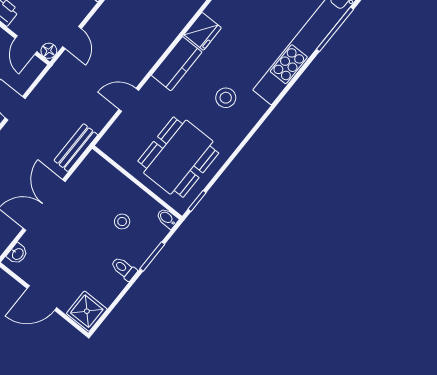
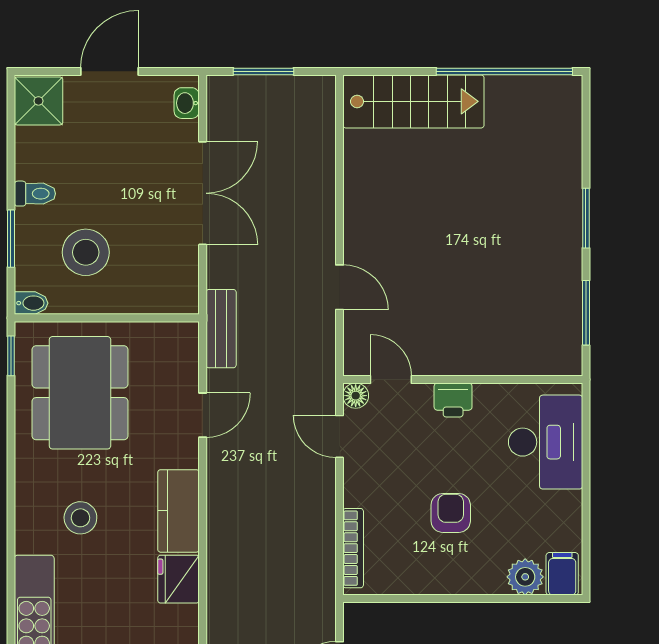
bench: (76, 148) -> (221, 329), moved
stool: (122, 221) -> (86, 252), width x1.89, depth x1.89

